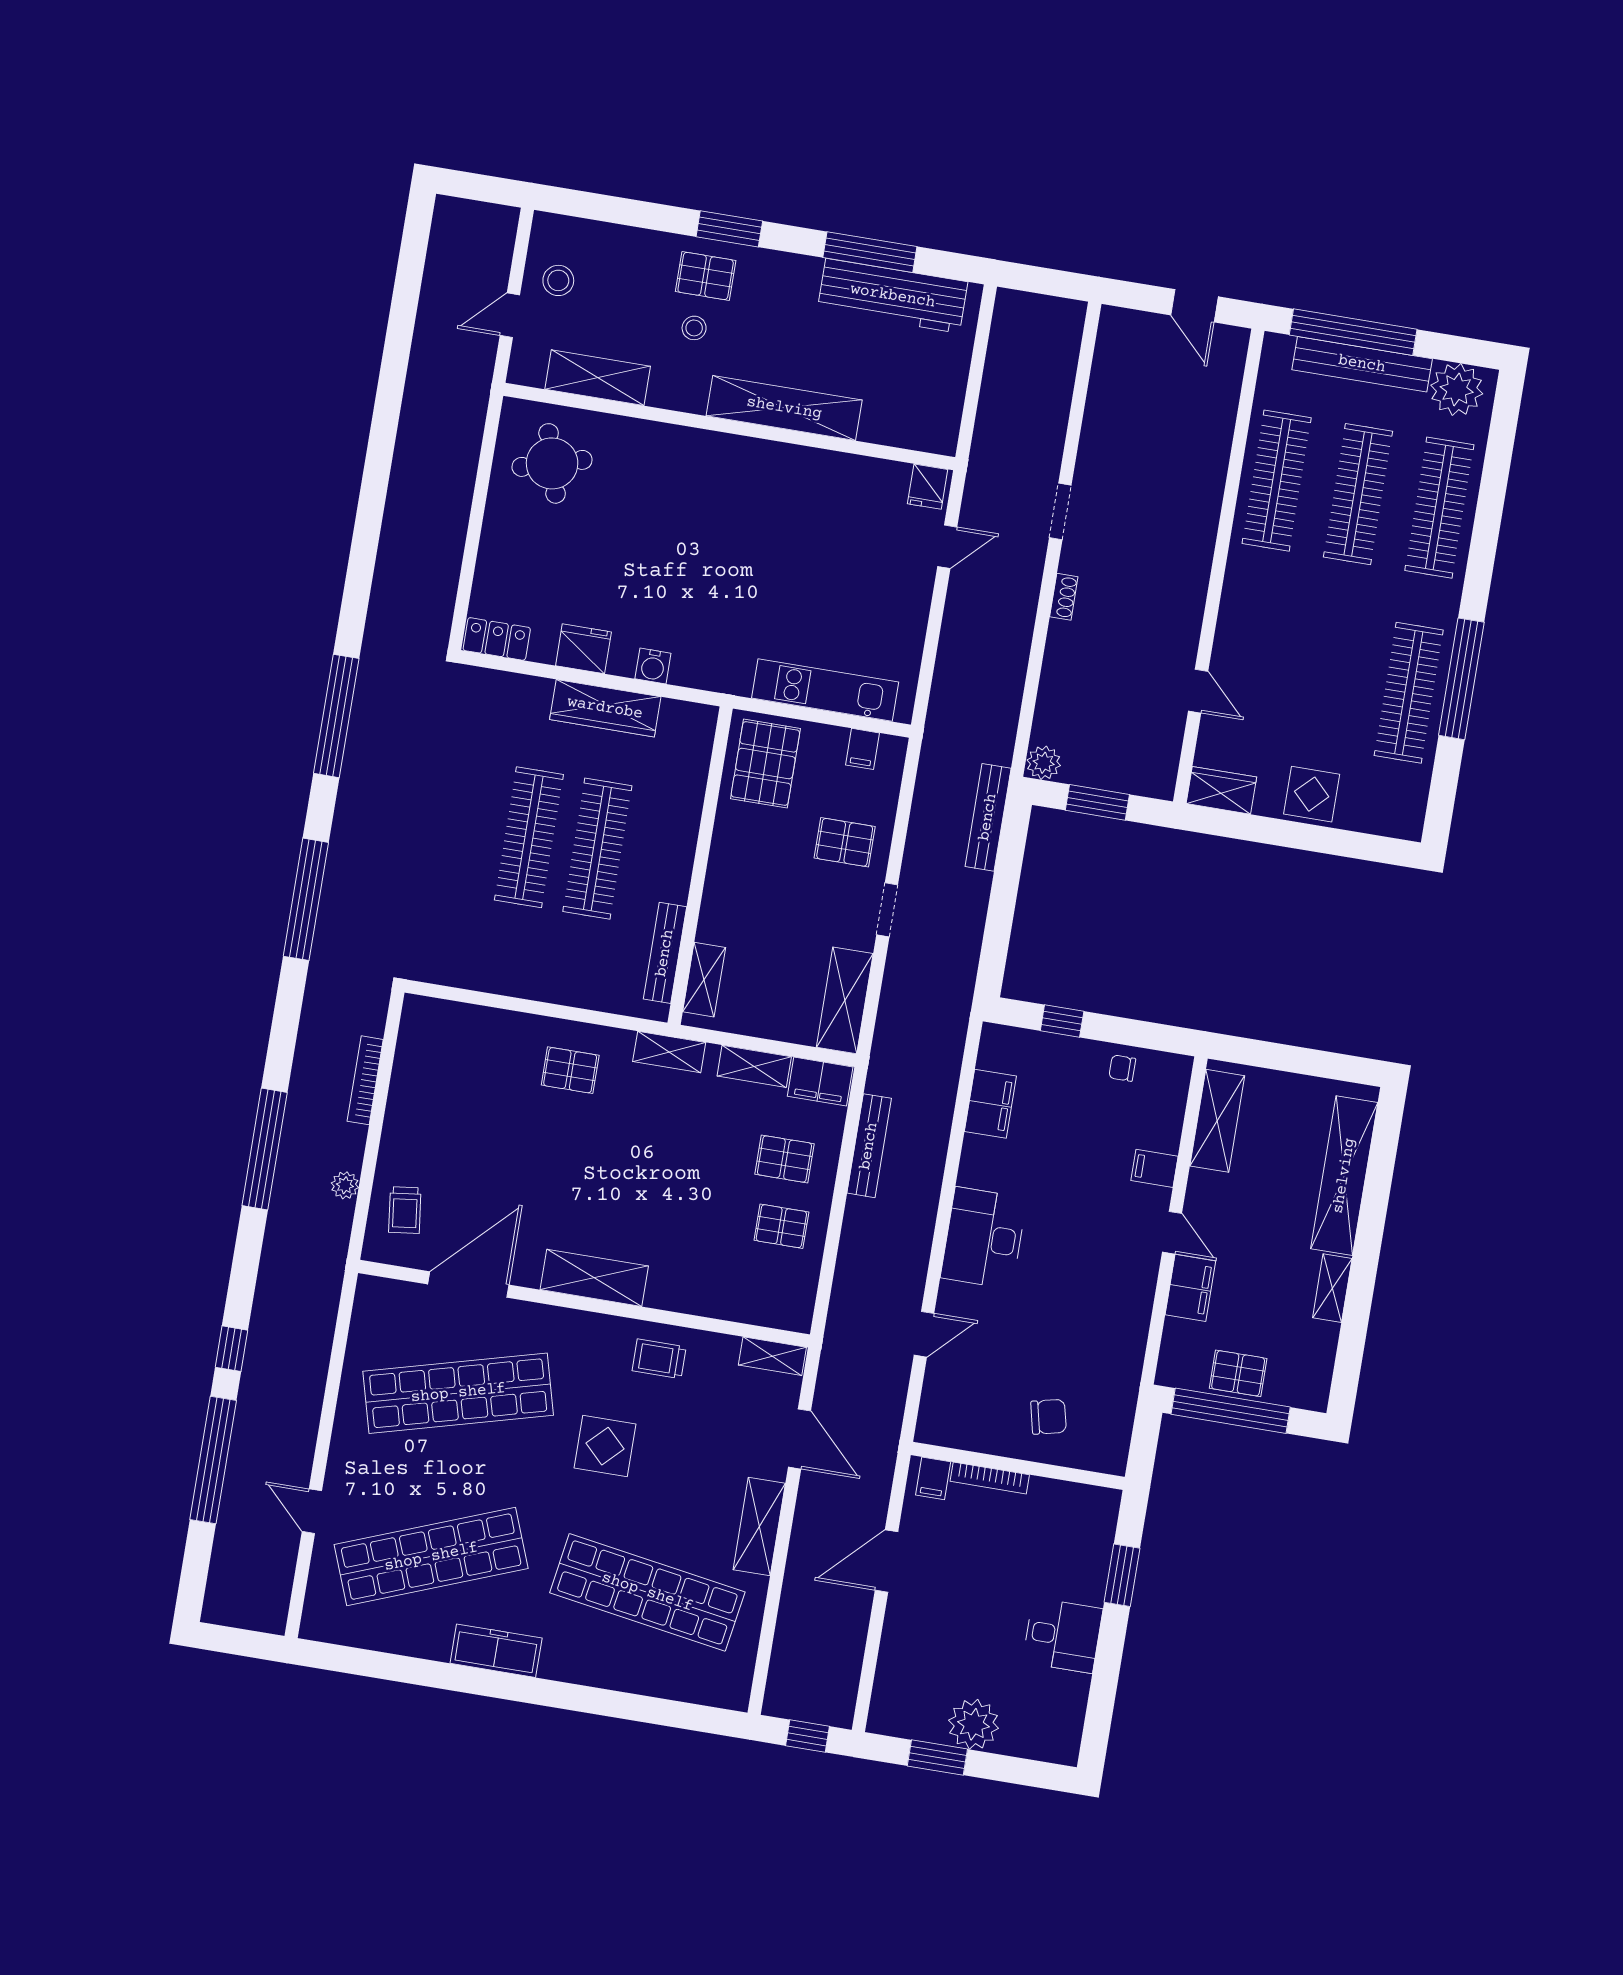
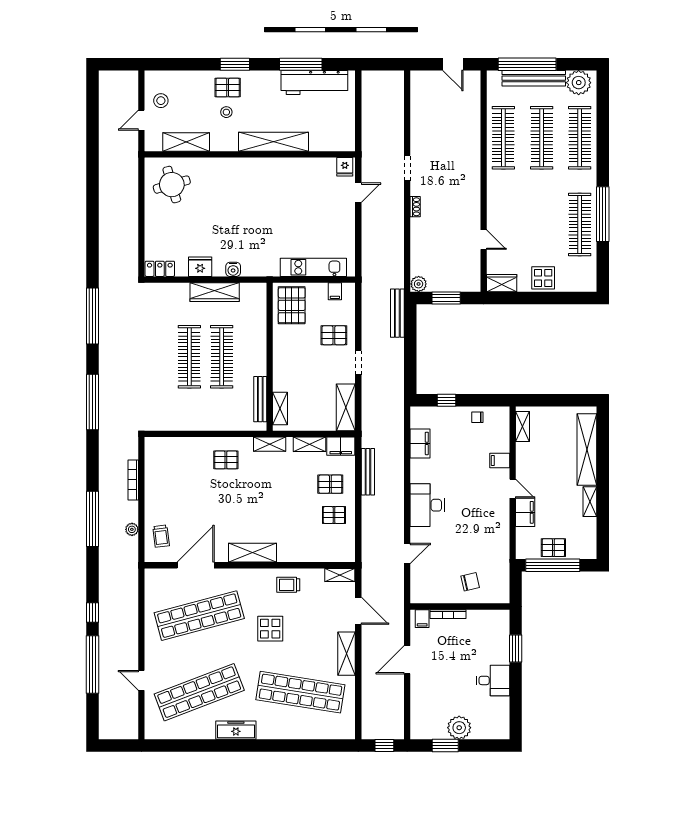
shelving: (1217, 1121) -> (522, 427), width x0.67, depth x0.75

